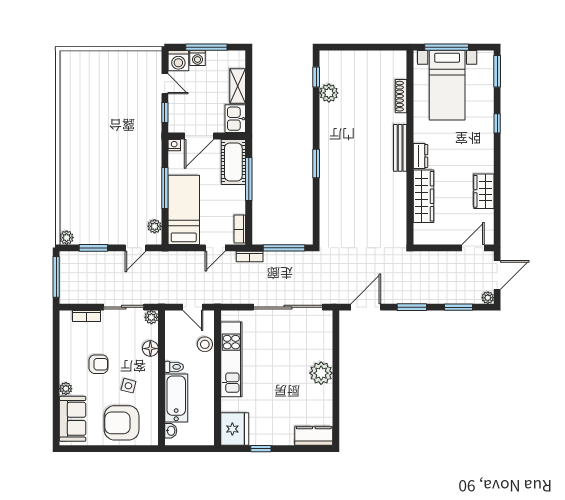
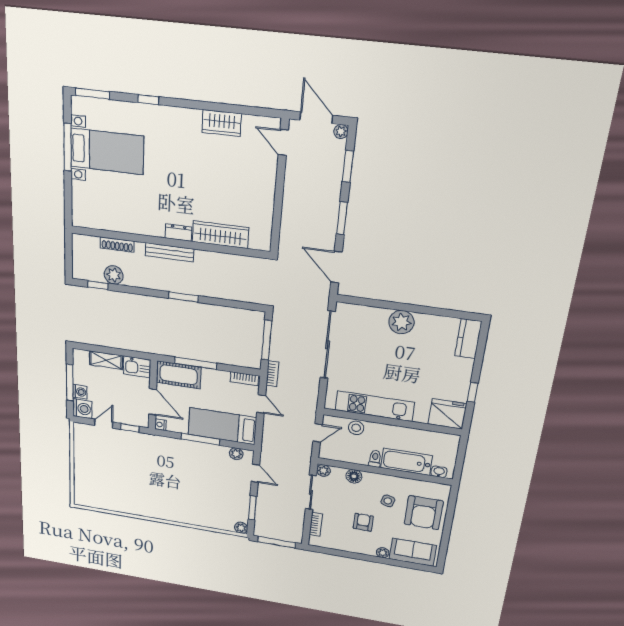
shoe rack: (401, 96) -> (117, 245), moved
bench: (400, 148) -> (169, 252), moved
wall: (410, 148) -> (169, 242), moved
dresser: (420, 156) -> (178, 233), moved
wardrobe: (423, 196) -> (220, 235), moved

